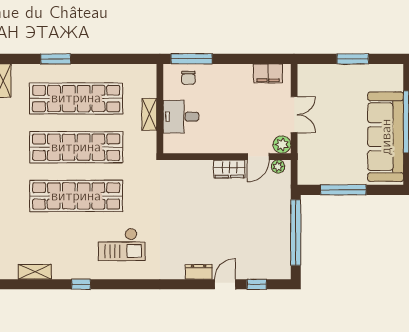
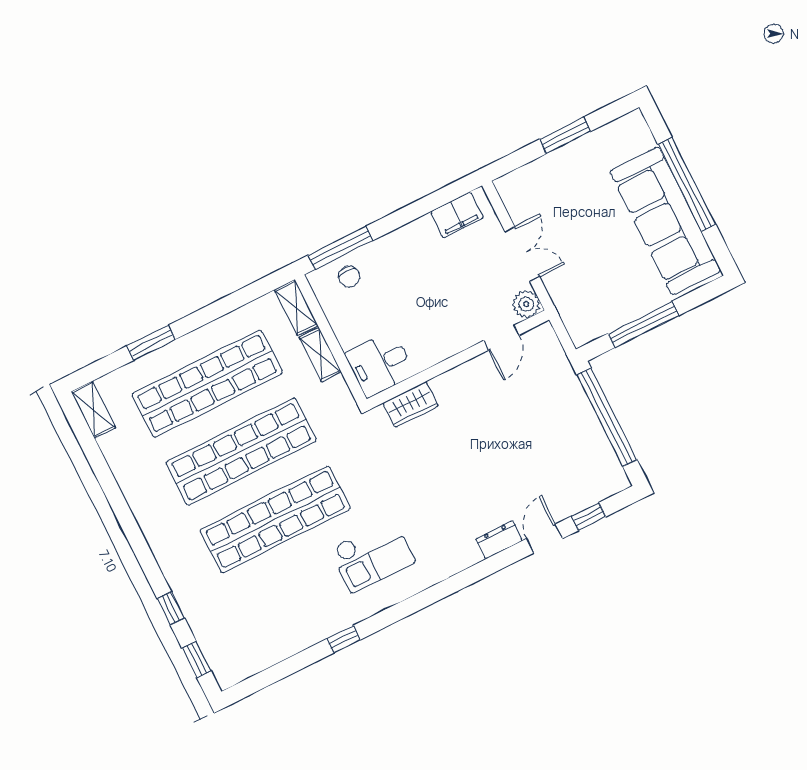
desk: (181, 117) -> (380, 364), moved
plant: (278, 167) -> (536, 338), removed
wardrobe: (229, 169) -> (411, 405), moved
shelving: (35, 272) -> (296, 308), moved, turned 90

